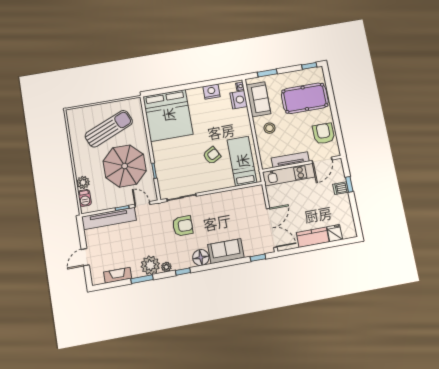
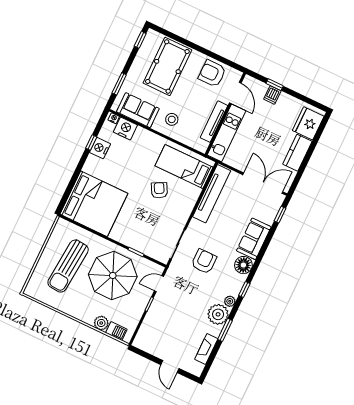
window: (211, 83) -> (91, 142), added
sun lounger: (109, 129) -> (68, 266), turned -152
tv unit: (109, 218) -> (212, 194), moved
fridge: (335, 233) -> (308, 123), width x1.88, depth x1.34

